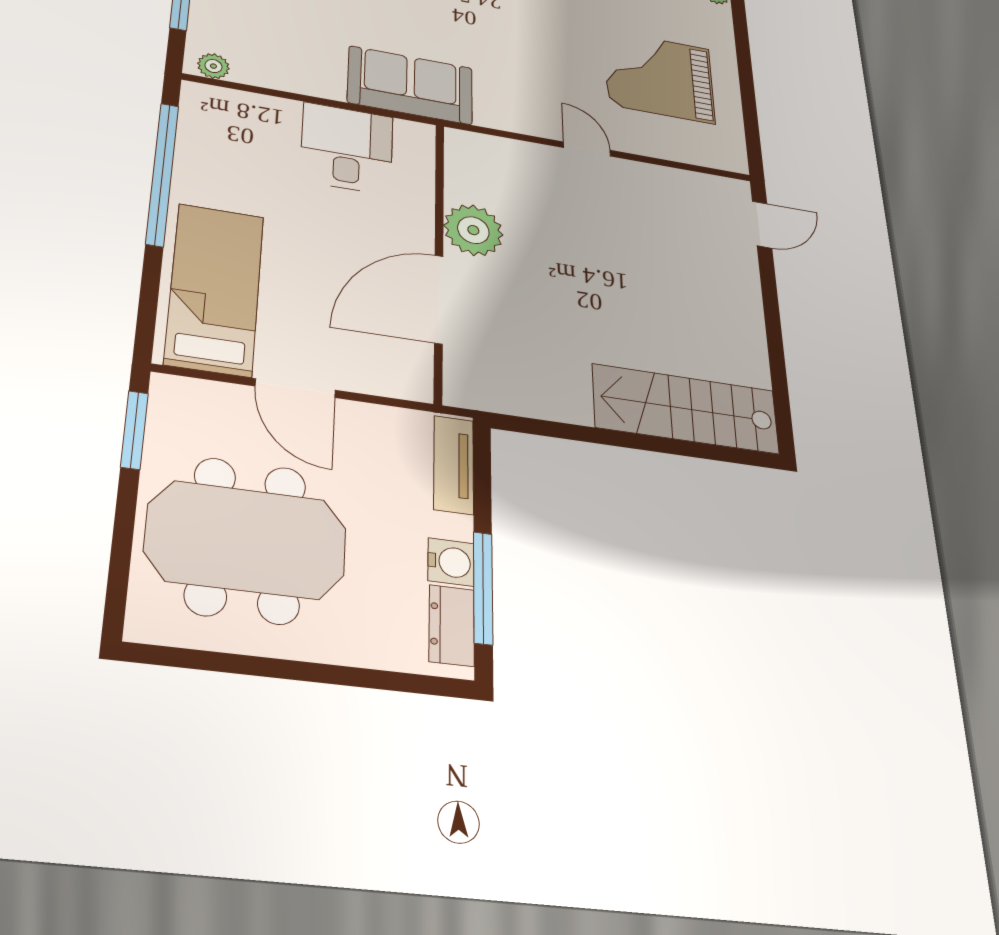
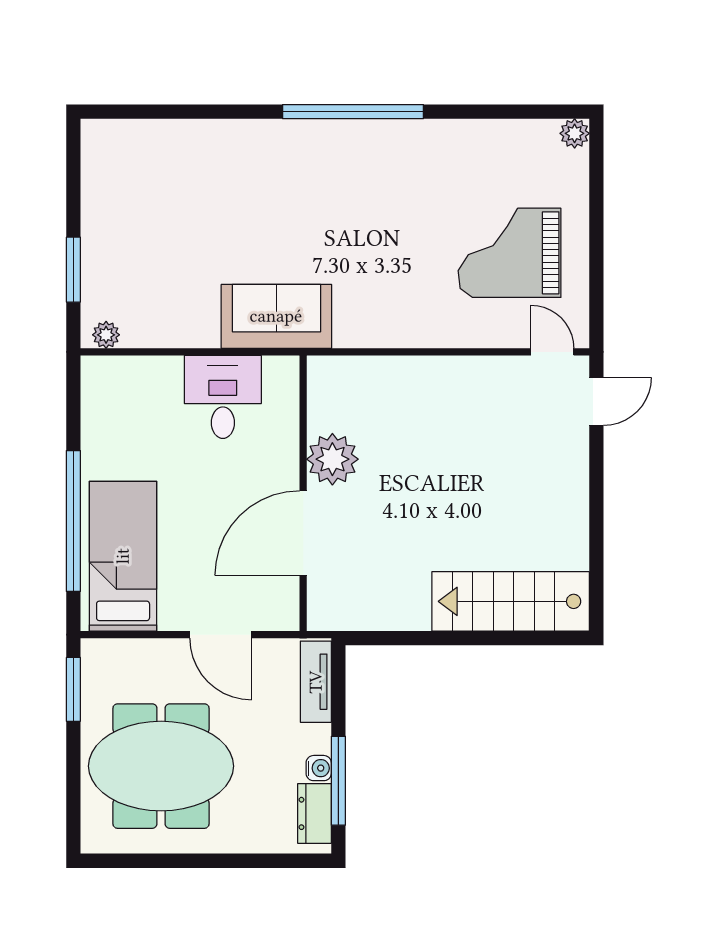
door: (587, 149) -> (552, 352), moved
window: (162, 174) -> (73, 521), moved
door: (295, 388) -> (221, 635), moved
water cooler: (451, 562) -> (319, 768), width x0.72, depth x0.72

